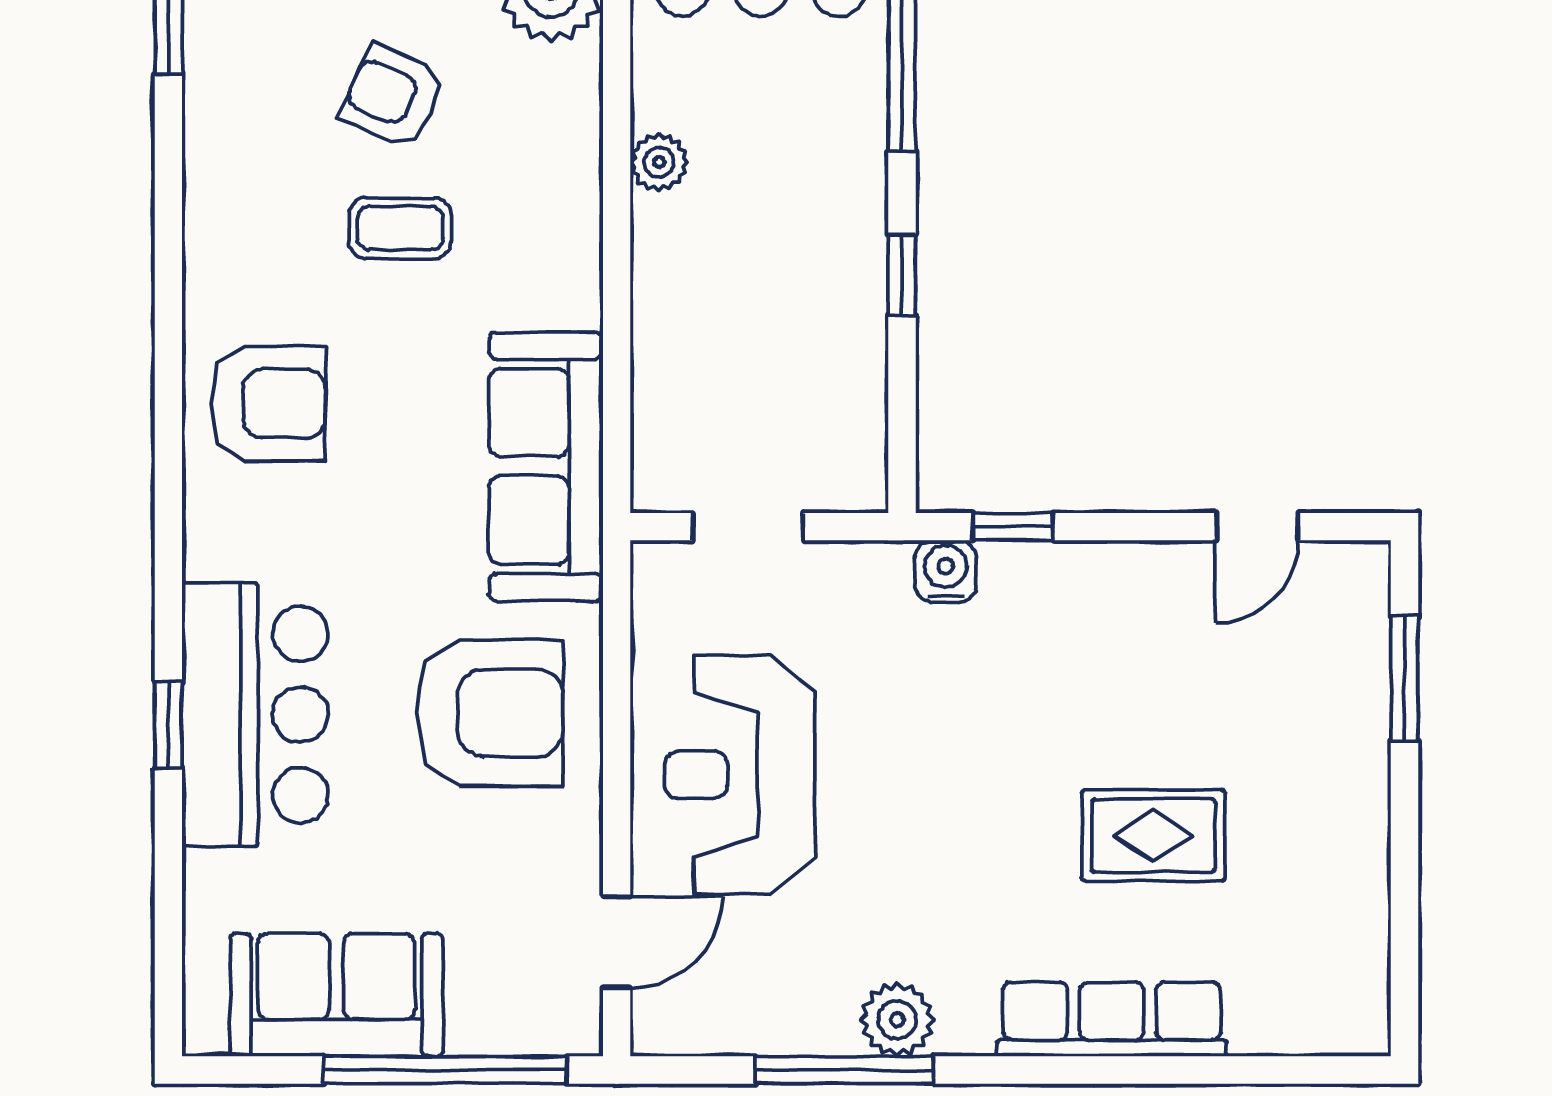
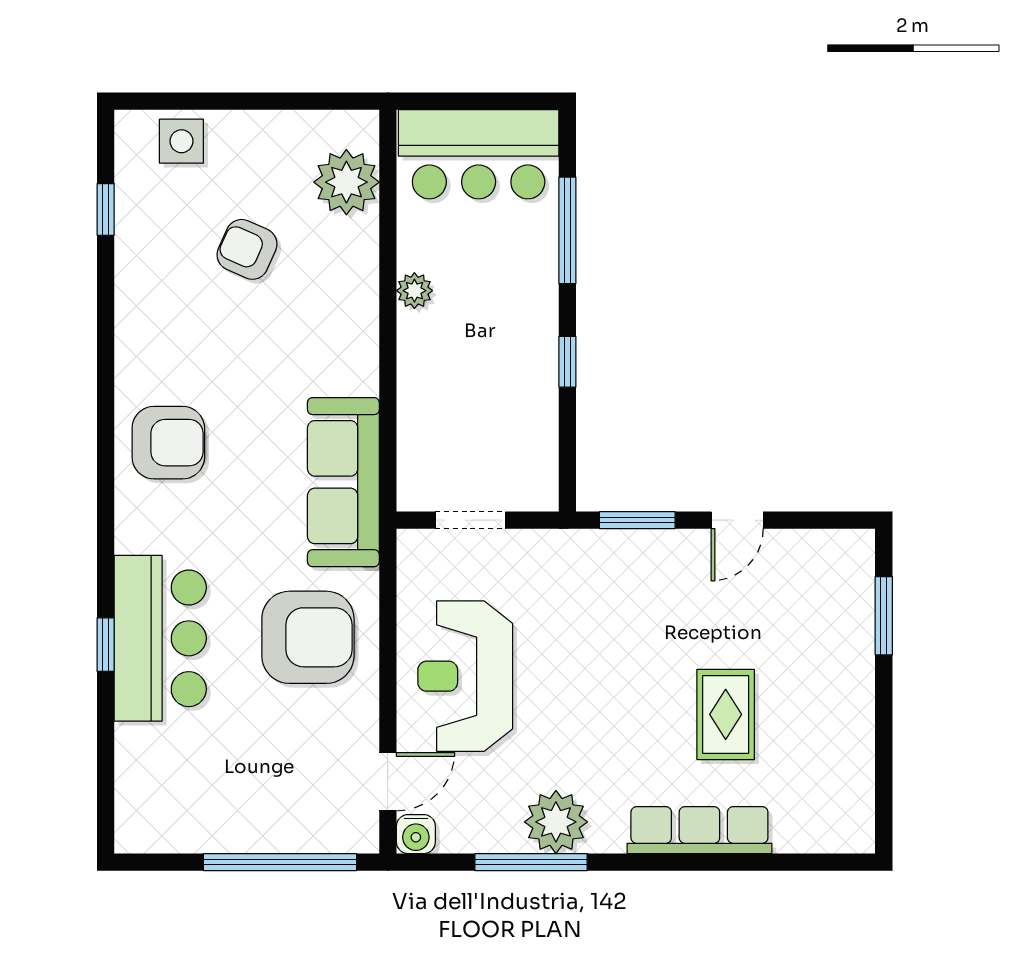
coffee table: (400, 228) -> (251, 332), removed
window: (1013, 527) -> (637, 520), width x1.50
door: (1257, 527) -> (737, 520), moved
water cooler: (946, 571) -> (416, 834), moved, turned 180
rug: (1153, 835) -> (726, 714), turned 90
sofa: (336, 995) -> (211, 815), removed
plant: (897, 1020) -> (556, 822), width x1.36, depth x1.36

